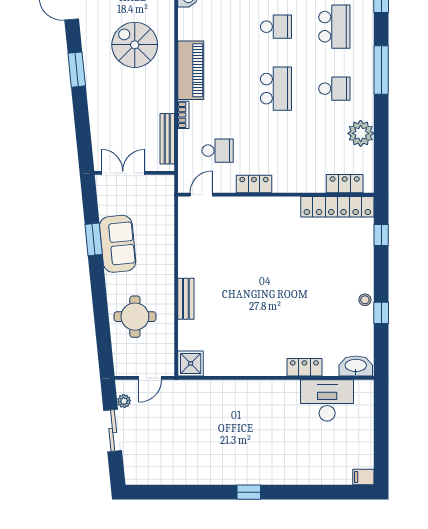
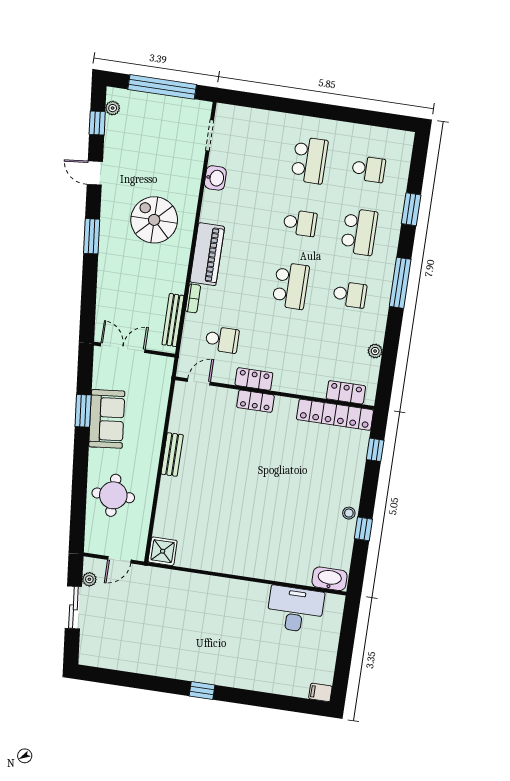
plant: (361, 133) -> (375, 351), width x0.53, depth x0.53
bench: (186, 299) -> (172, 454), moved
locker: (304, 367) -> (255, 401), moved, turned 180

